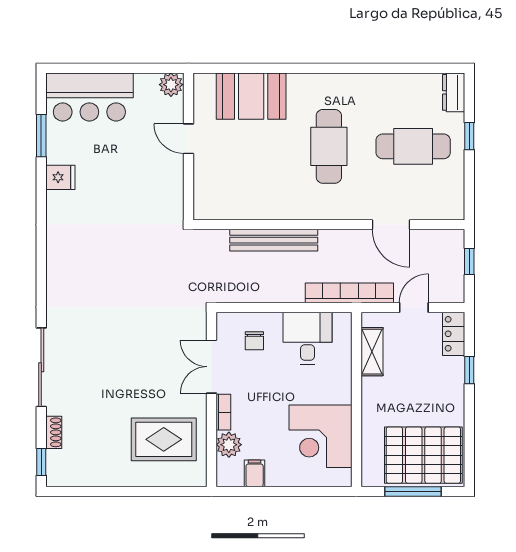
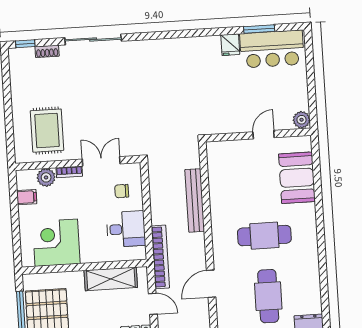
bar counter: (89, 97) -> (272, 49), moved, turned -90
shelving: (372, 352) -> (111, 279), width x1.50, depth x1.33

